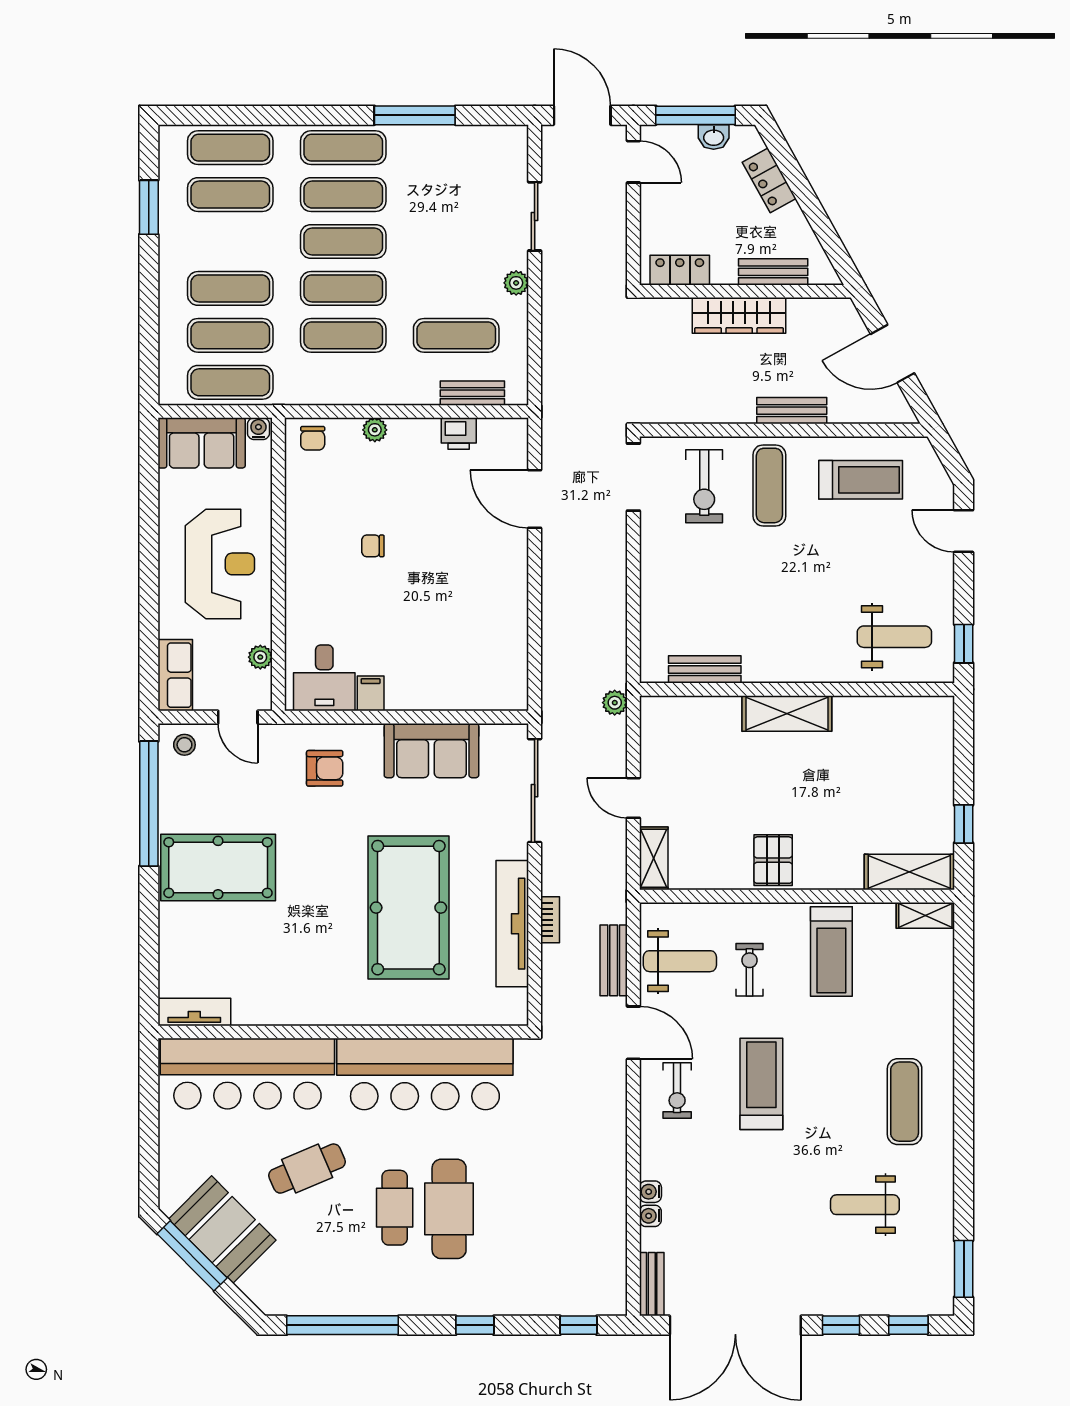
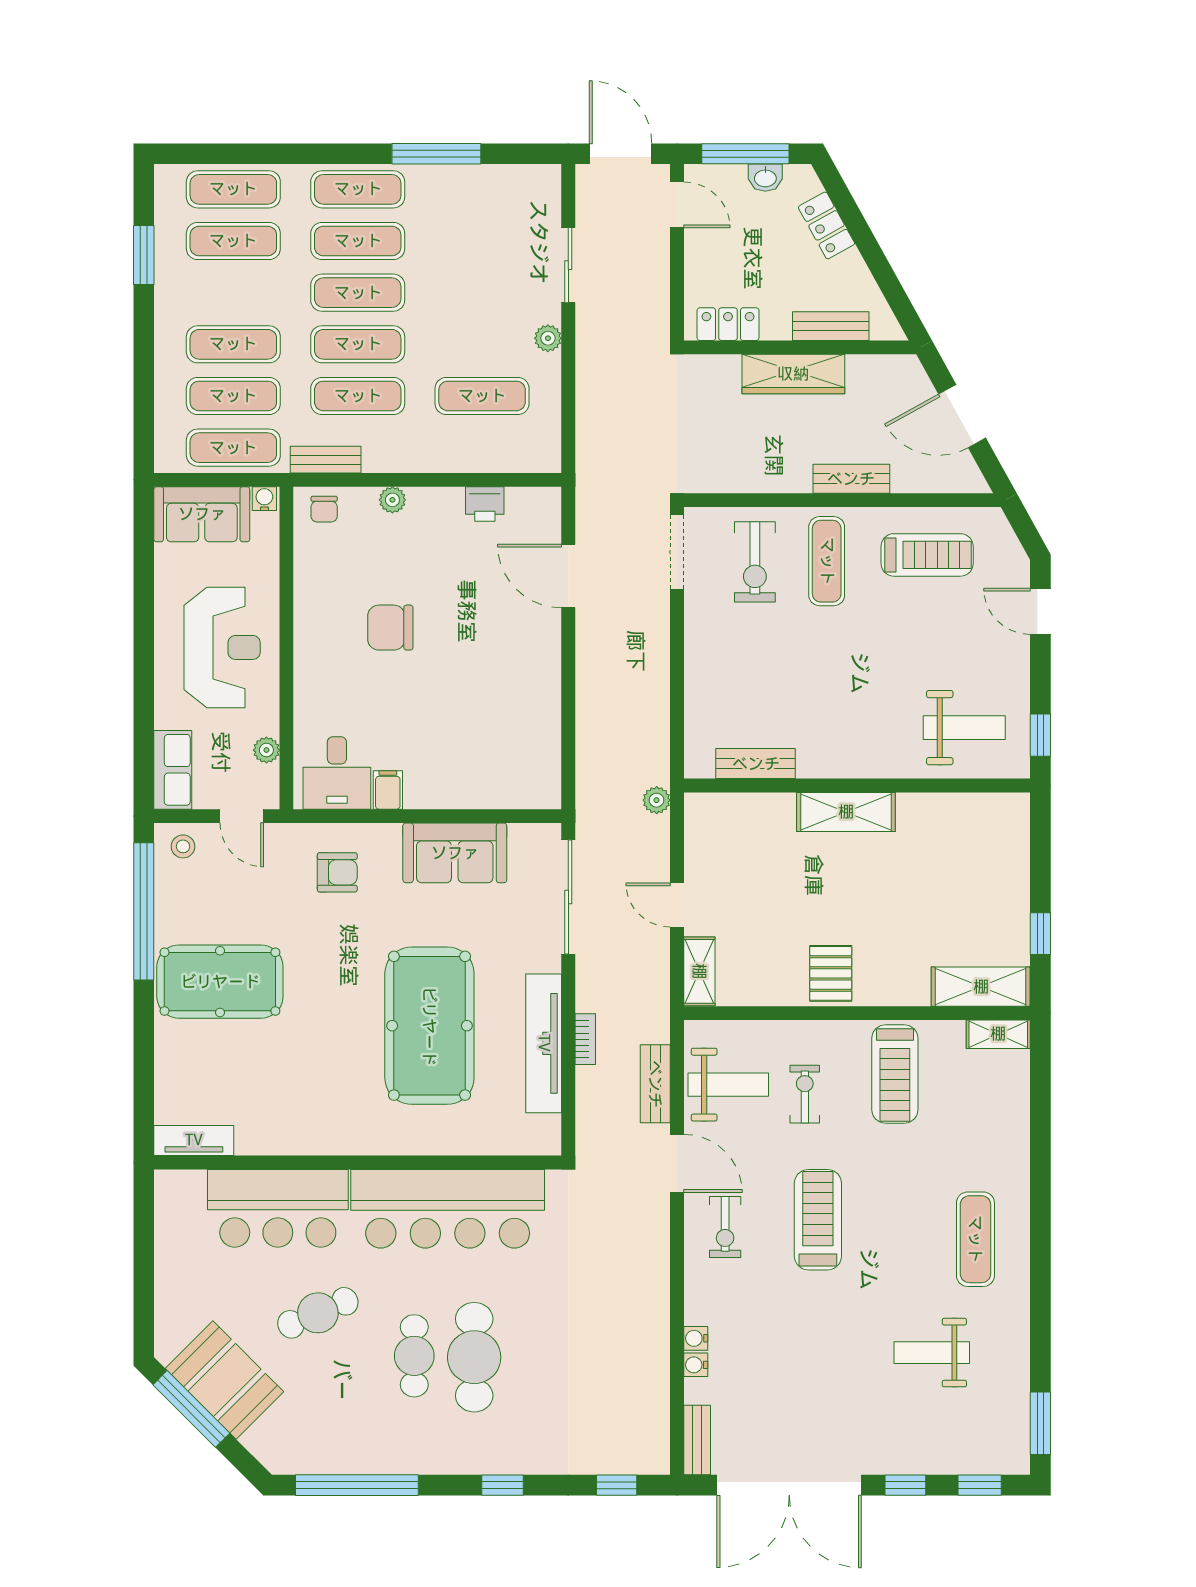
bench: (472, 393) -> (326, 460), moved
chair: (373, 546) -> (390, 628), width x1.87, depth x1.87
bar counter: (247, 1074) -> (278, 1208), width x0.73

